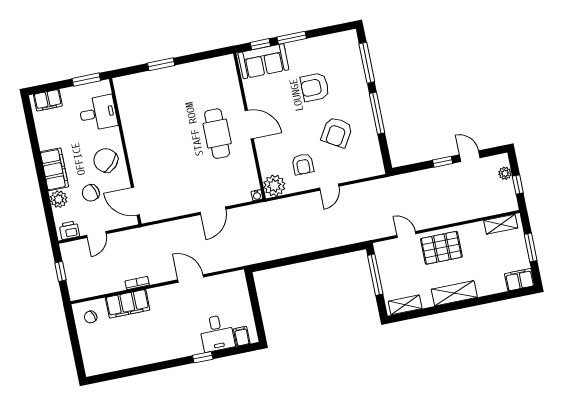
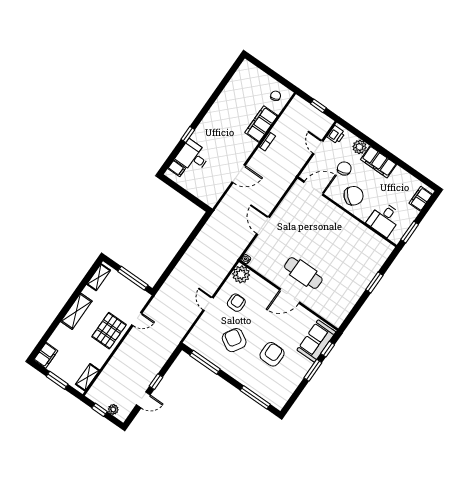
window: (377, 113) -> (205, 362), moved
armchair: (303, 164) -> (236, 303), turned 90

